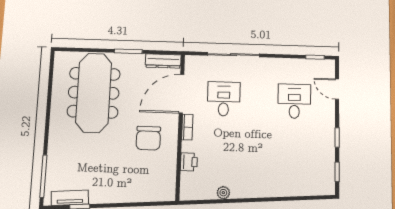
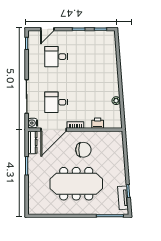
water cooler: (193, 62) -> (33, 123), added
meeting table: (94, 93) -> (76, 184), moved
door: (181, 94) -> (54, 130), hinge flipped

